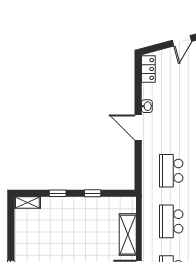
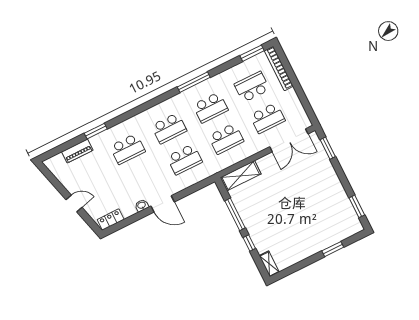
door: (138, 127) -> (163, 204), hinge flipped
window: (93, 193) -> (235, 214), width x2.17
shelving: (128, 235) -> (241, 176), moved

